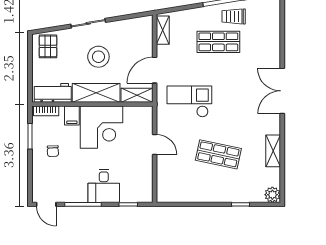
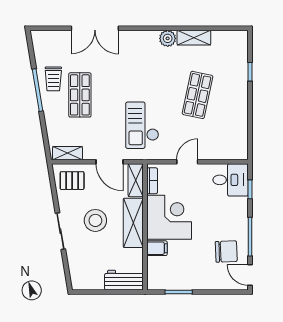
pallet: (48, 46) -> (72, 181), moved
double door: (282, 91) -> (95, 28), moved
workbench: (53, 93) -> (124, 280), moved, turned 90
bookcase: (46, 111) -> (152, 181), moved
chair: (53, 151) -> (226, 251), moved, width x1.87, depth x1.87
desk: (104, 186) -> (230, 180), moved
plant: (272, 195) -> (168, 38), moved
door: (46, 204) -> (250, 275), swing flipped

